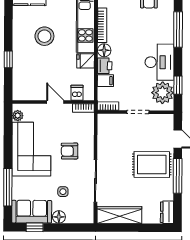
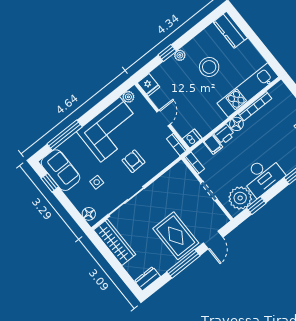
plant: (18, 51) -> (180, 55), added
fridge: (86, 61) -> (149, 85), moved, turned 180
dishwasher: (77, 93) -> (192, 139), moved
floor lamp: (59, 217) -> (89, 214), moved

